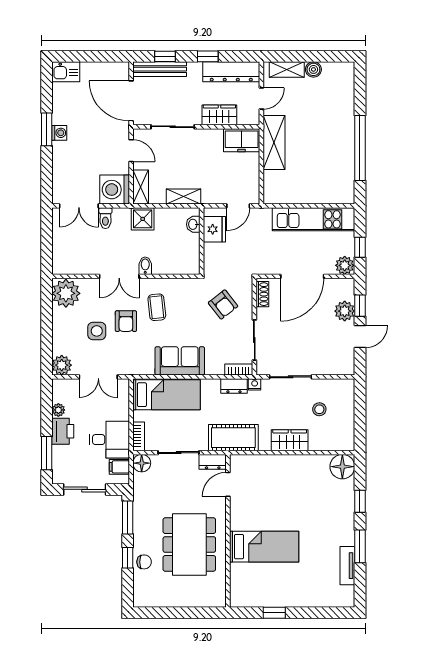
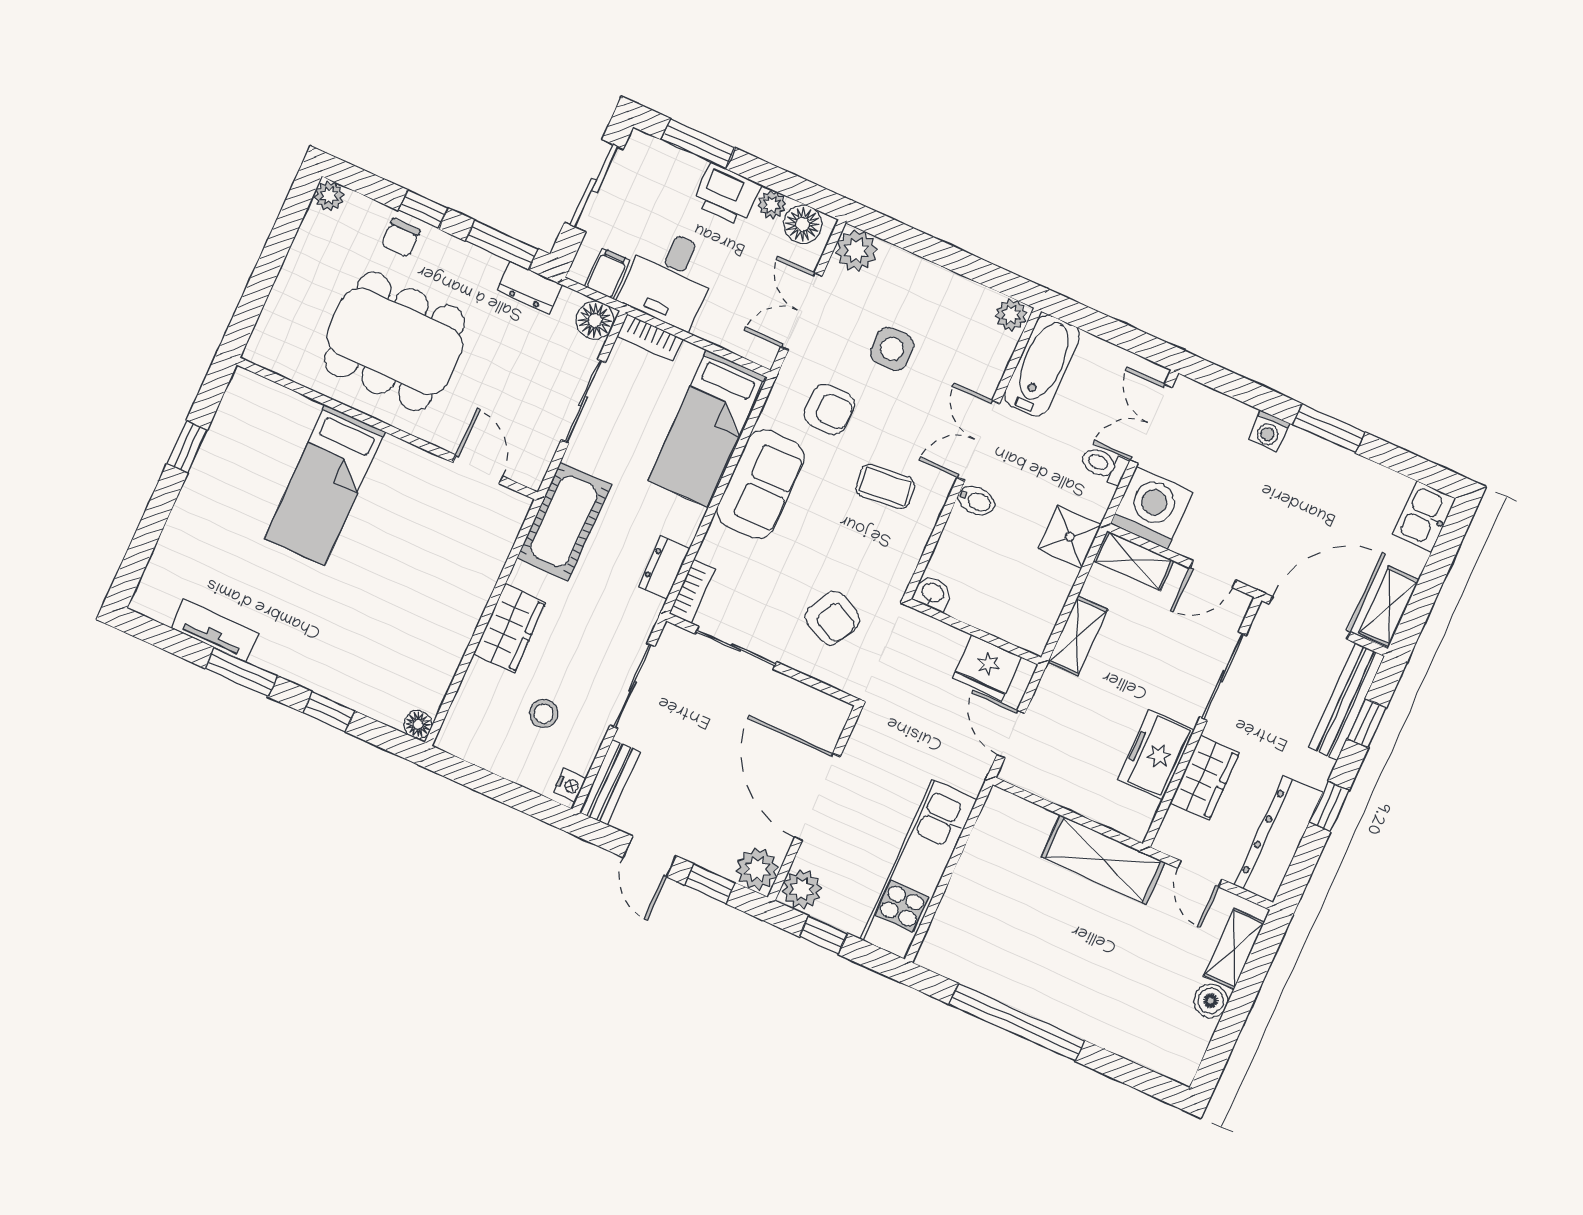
shelving: (111, 69) -> (1389, 606), added
washing machine: (59, 133) -> (1269, 431), moved
freezer: (242, 140) -> (1156, 755), moved
washbasin: (193, 224) -> (933, 593), moved
bathtub: (75, 264) -> (1042, 366), added
plant: (66, 293) -> (1011, 315), width x0.53, depth x0.53
shoe rack: (262, 294) -> (818, 704), removed
armchair: (223, 304) -> (832, 618), turned -115
plant: (345, 311) -> (757, 869), moved
armchair: (126, 321) -> (829, 409), moved, turned 180
bench: (336, 368) -> (610, 782), added
nightstand: (255, 384) -> (570, 785), moved
floor lamp: (61, 393) -> (803, 224), added
dresser: (213, 462) -> (529, 287), moved, turned -90
floor lamp: (342, 467) -> (418, 724), width x0.53, depth x0.53
plant: (140, 601) -> (329, 196), added

